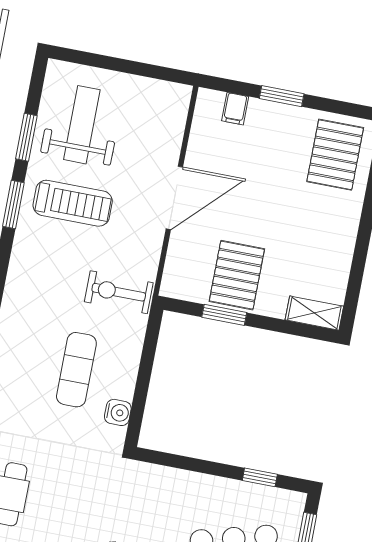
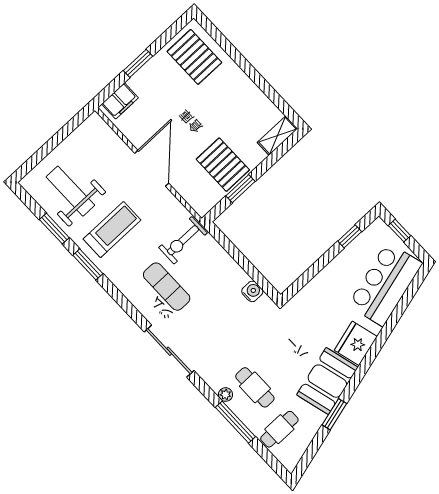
filing cabinet: (235, 109) -> (120, 101), width x2.00
exercise mat: (76, 370) -> (167, 287), moved

